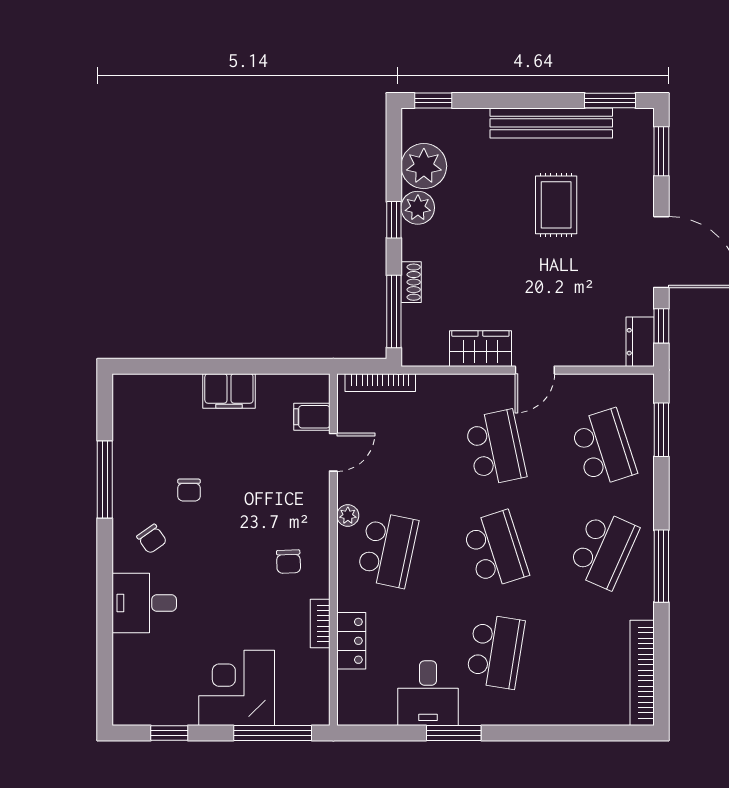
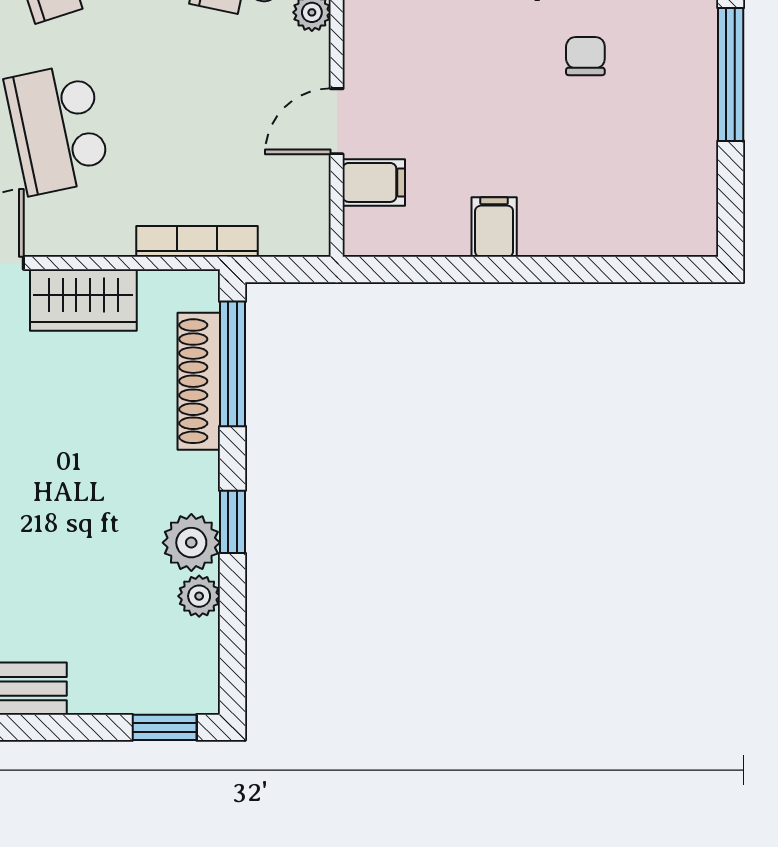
plant: (424, 166) -> (199, 596), width x0.53, depth x0.53
shoe rack: (411, 282) -> (199, 381), width x1.94, depth x1.24
bookcase: (380, 383) -> (197, 241), moved
filing cabinet: (229, 391) -> (494, 227), width x0.50

